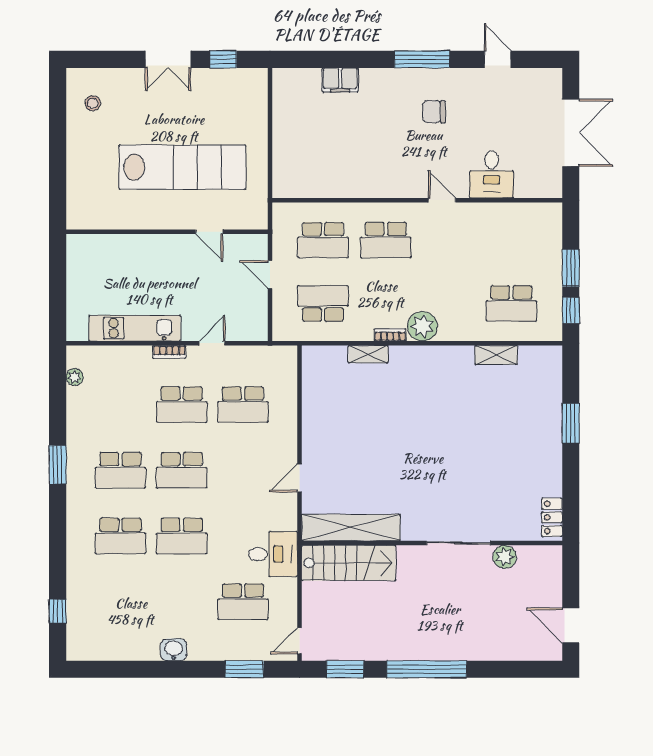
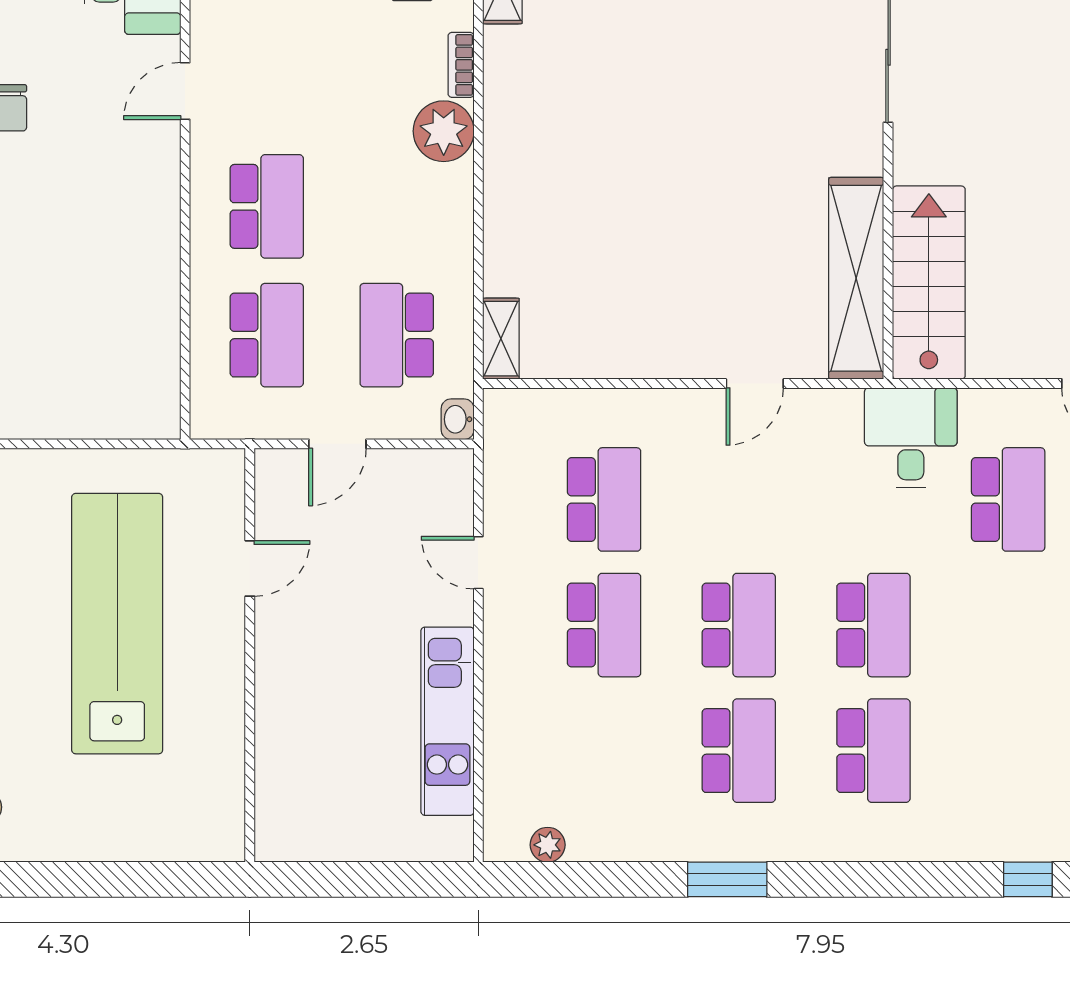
washbasin: (282, 333) -> (458, 419), added
bookcase: (390, 335) -> (461, 65), moved
bookcase: (169, 352) -> (496, 651), removed
shelving: (368, 354) -> (501, 339), moved
door: (299, 478) -> (755, 384), hinge flipped

